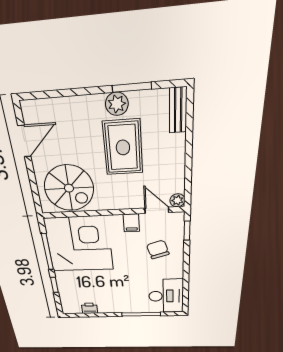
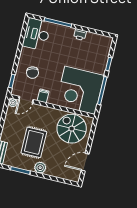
plant: (117, 104) -> (40, 168), moved
door: (157, 210) -> (26, 100), hinge flipped
printer: (90, 308) -> (80, 34), moved

